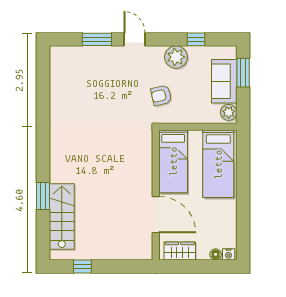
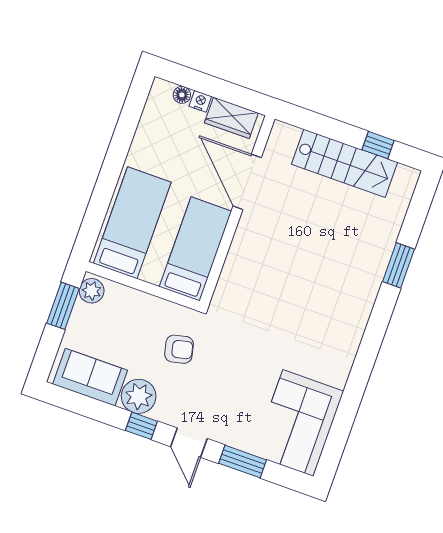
window: (196, 39) -> (141, 426), moved
window: (243, 73) -> (63, 306), moved
corner sofa: (71, 76) -> (298, 423), added
sofa: (224, 81) -> (90, 377), moved, turned -90
stairs: (62, 216) -> (345, 163), moved, turned -90
nightstand: (229, 254) -> (200, 101), moved

